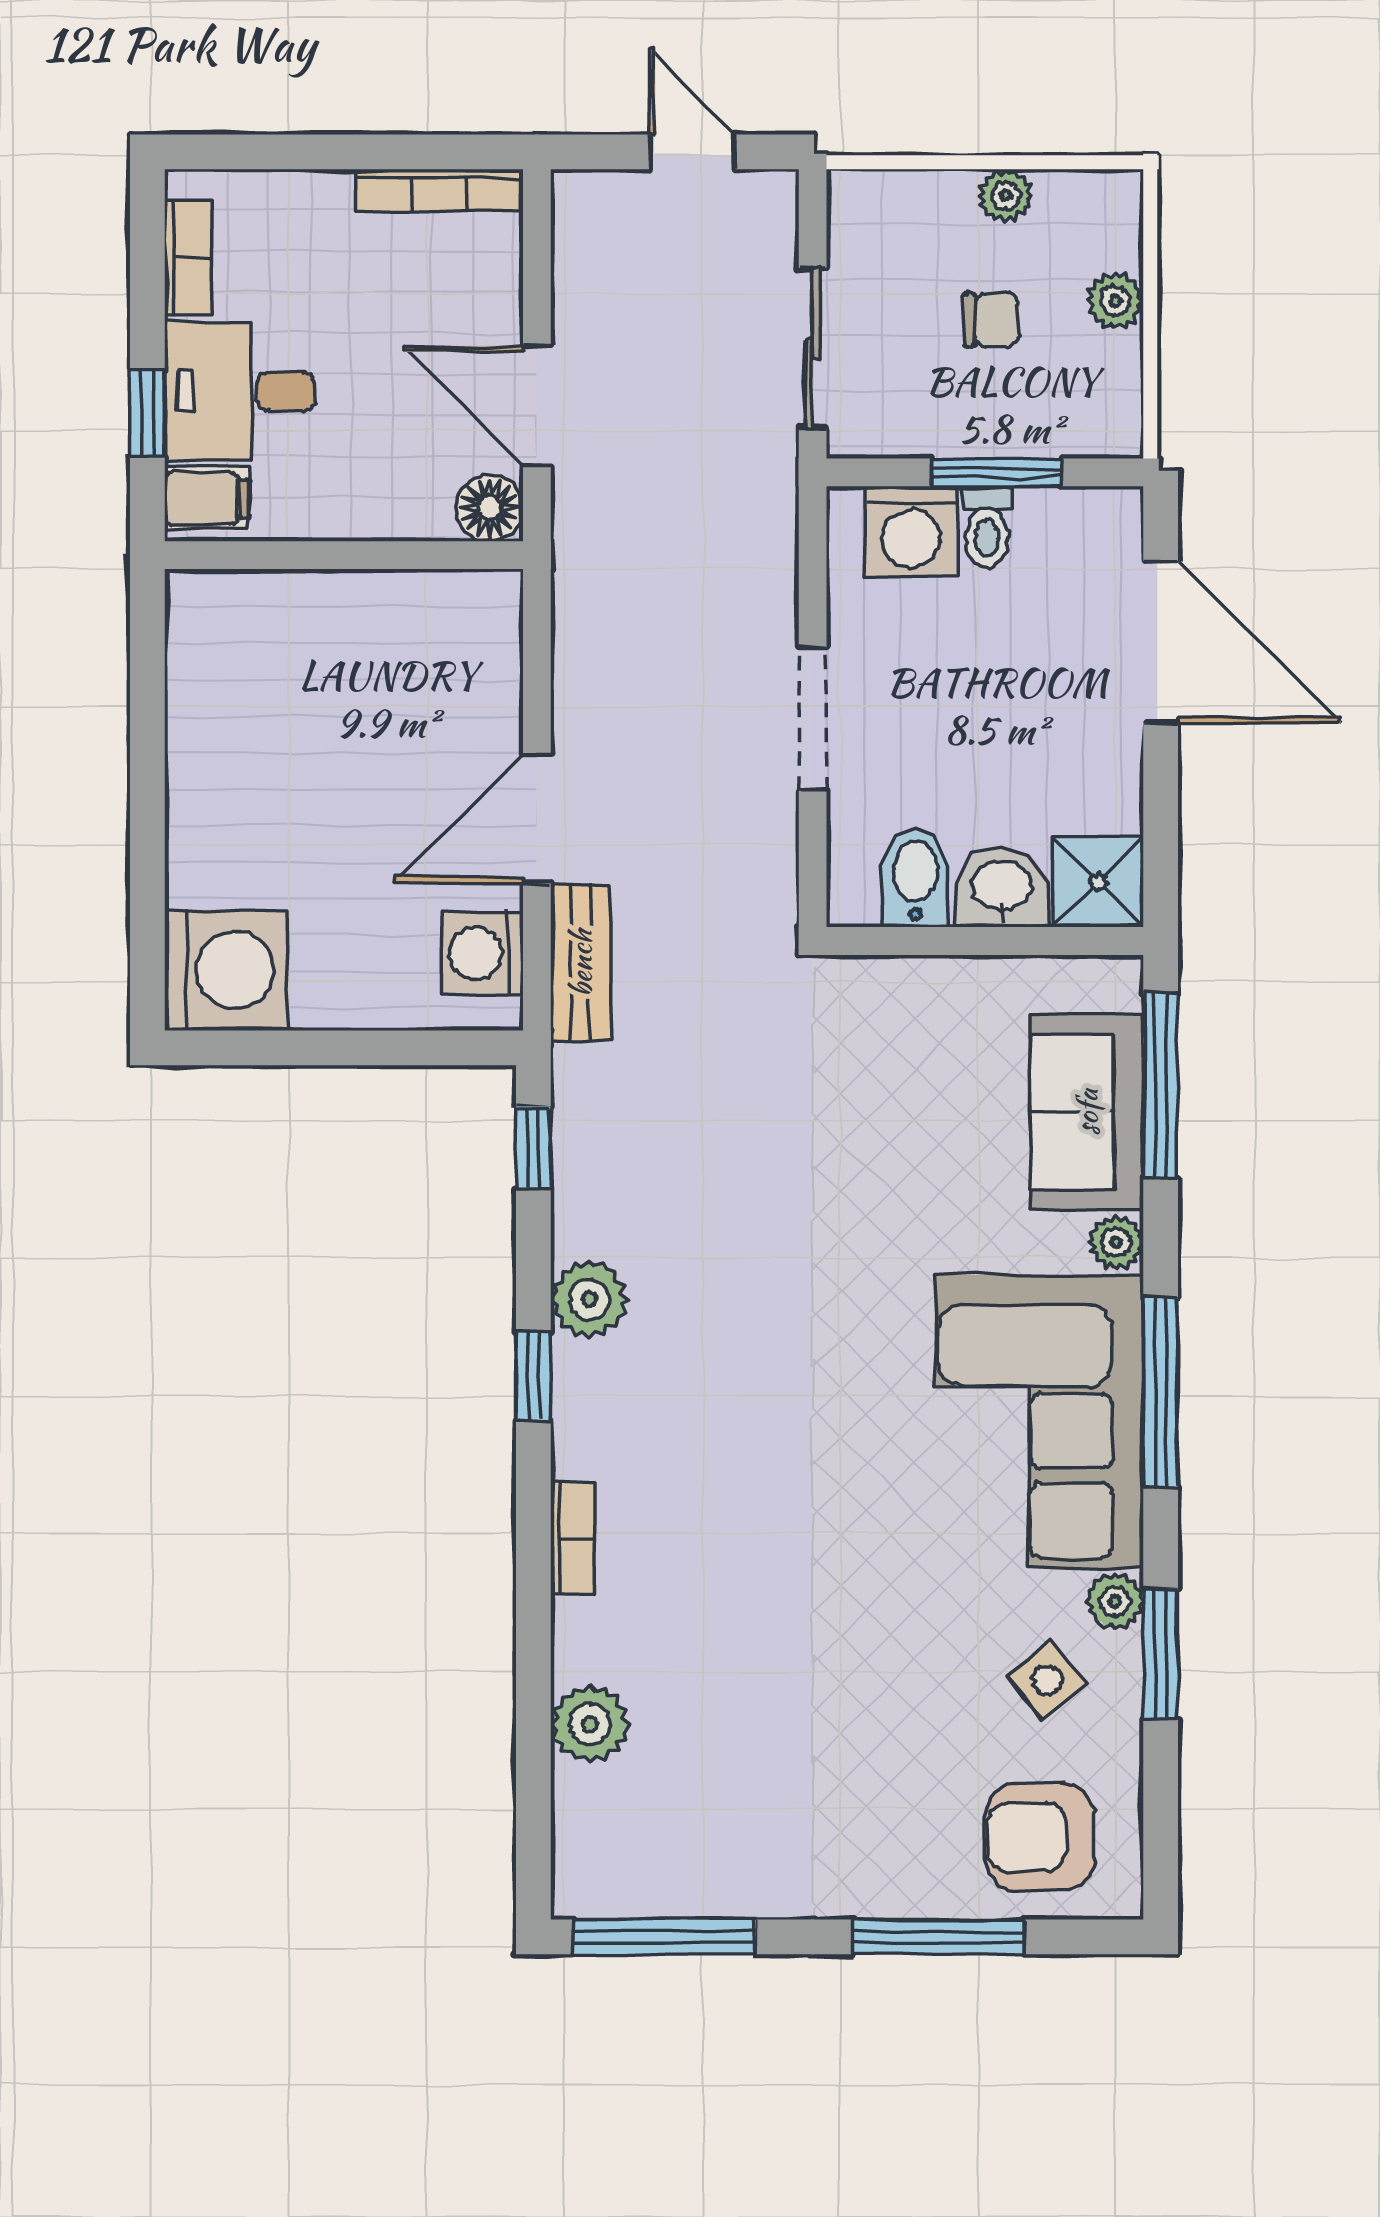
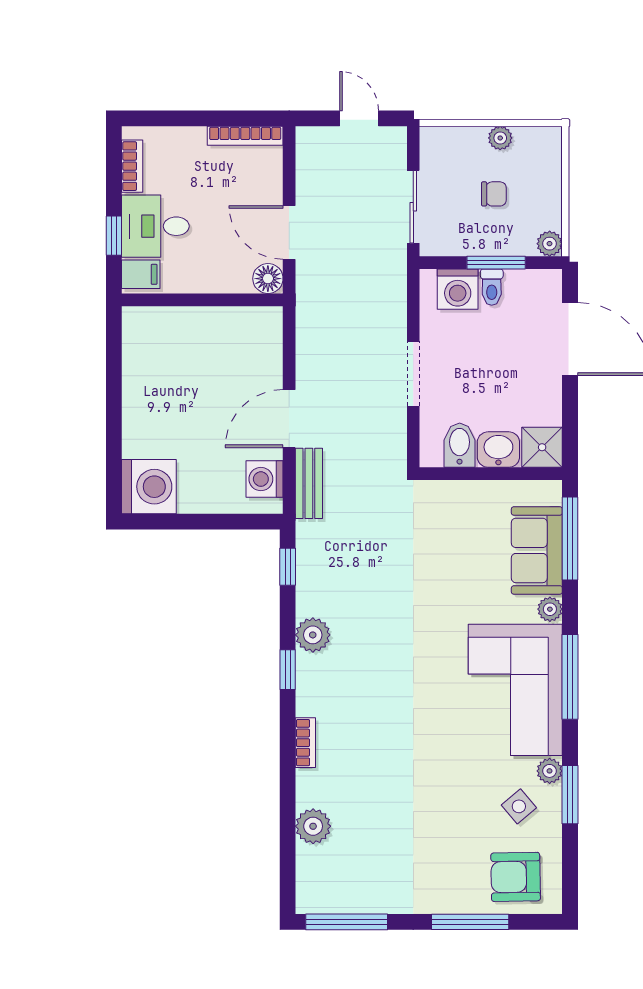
plant: (1115, 301) -> (550, 244), moved

